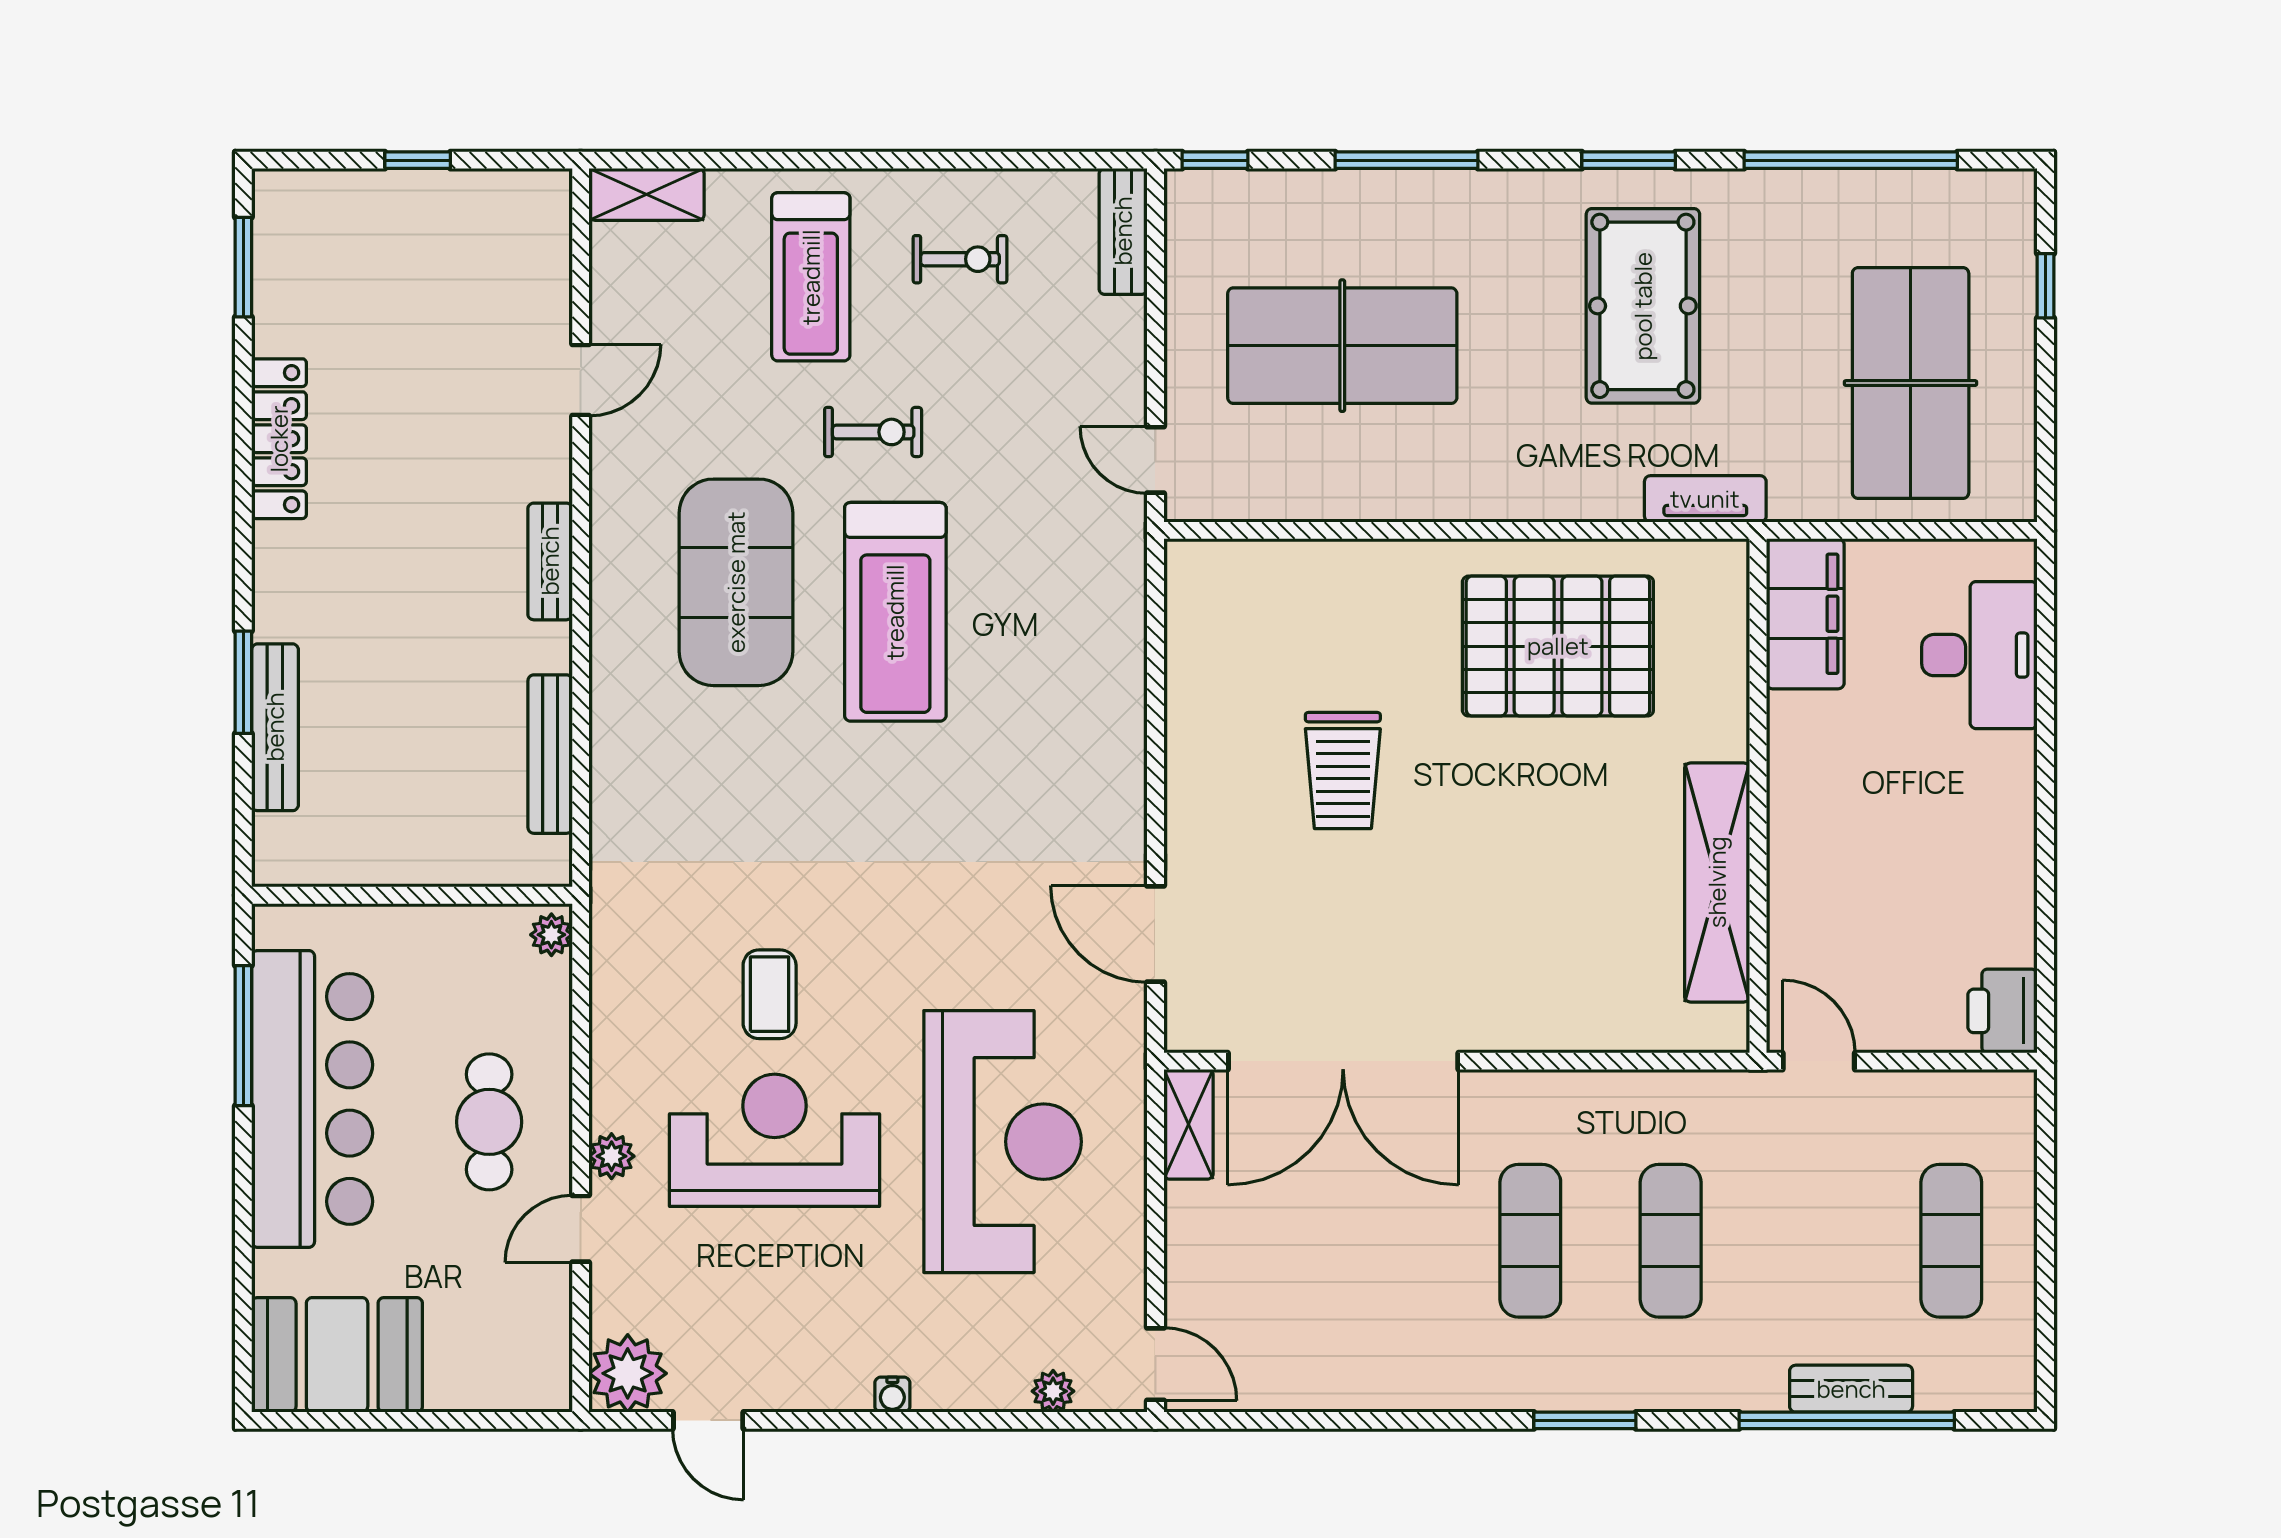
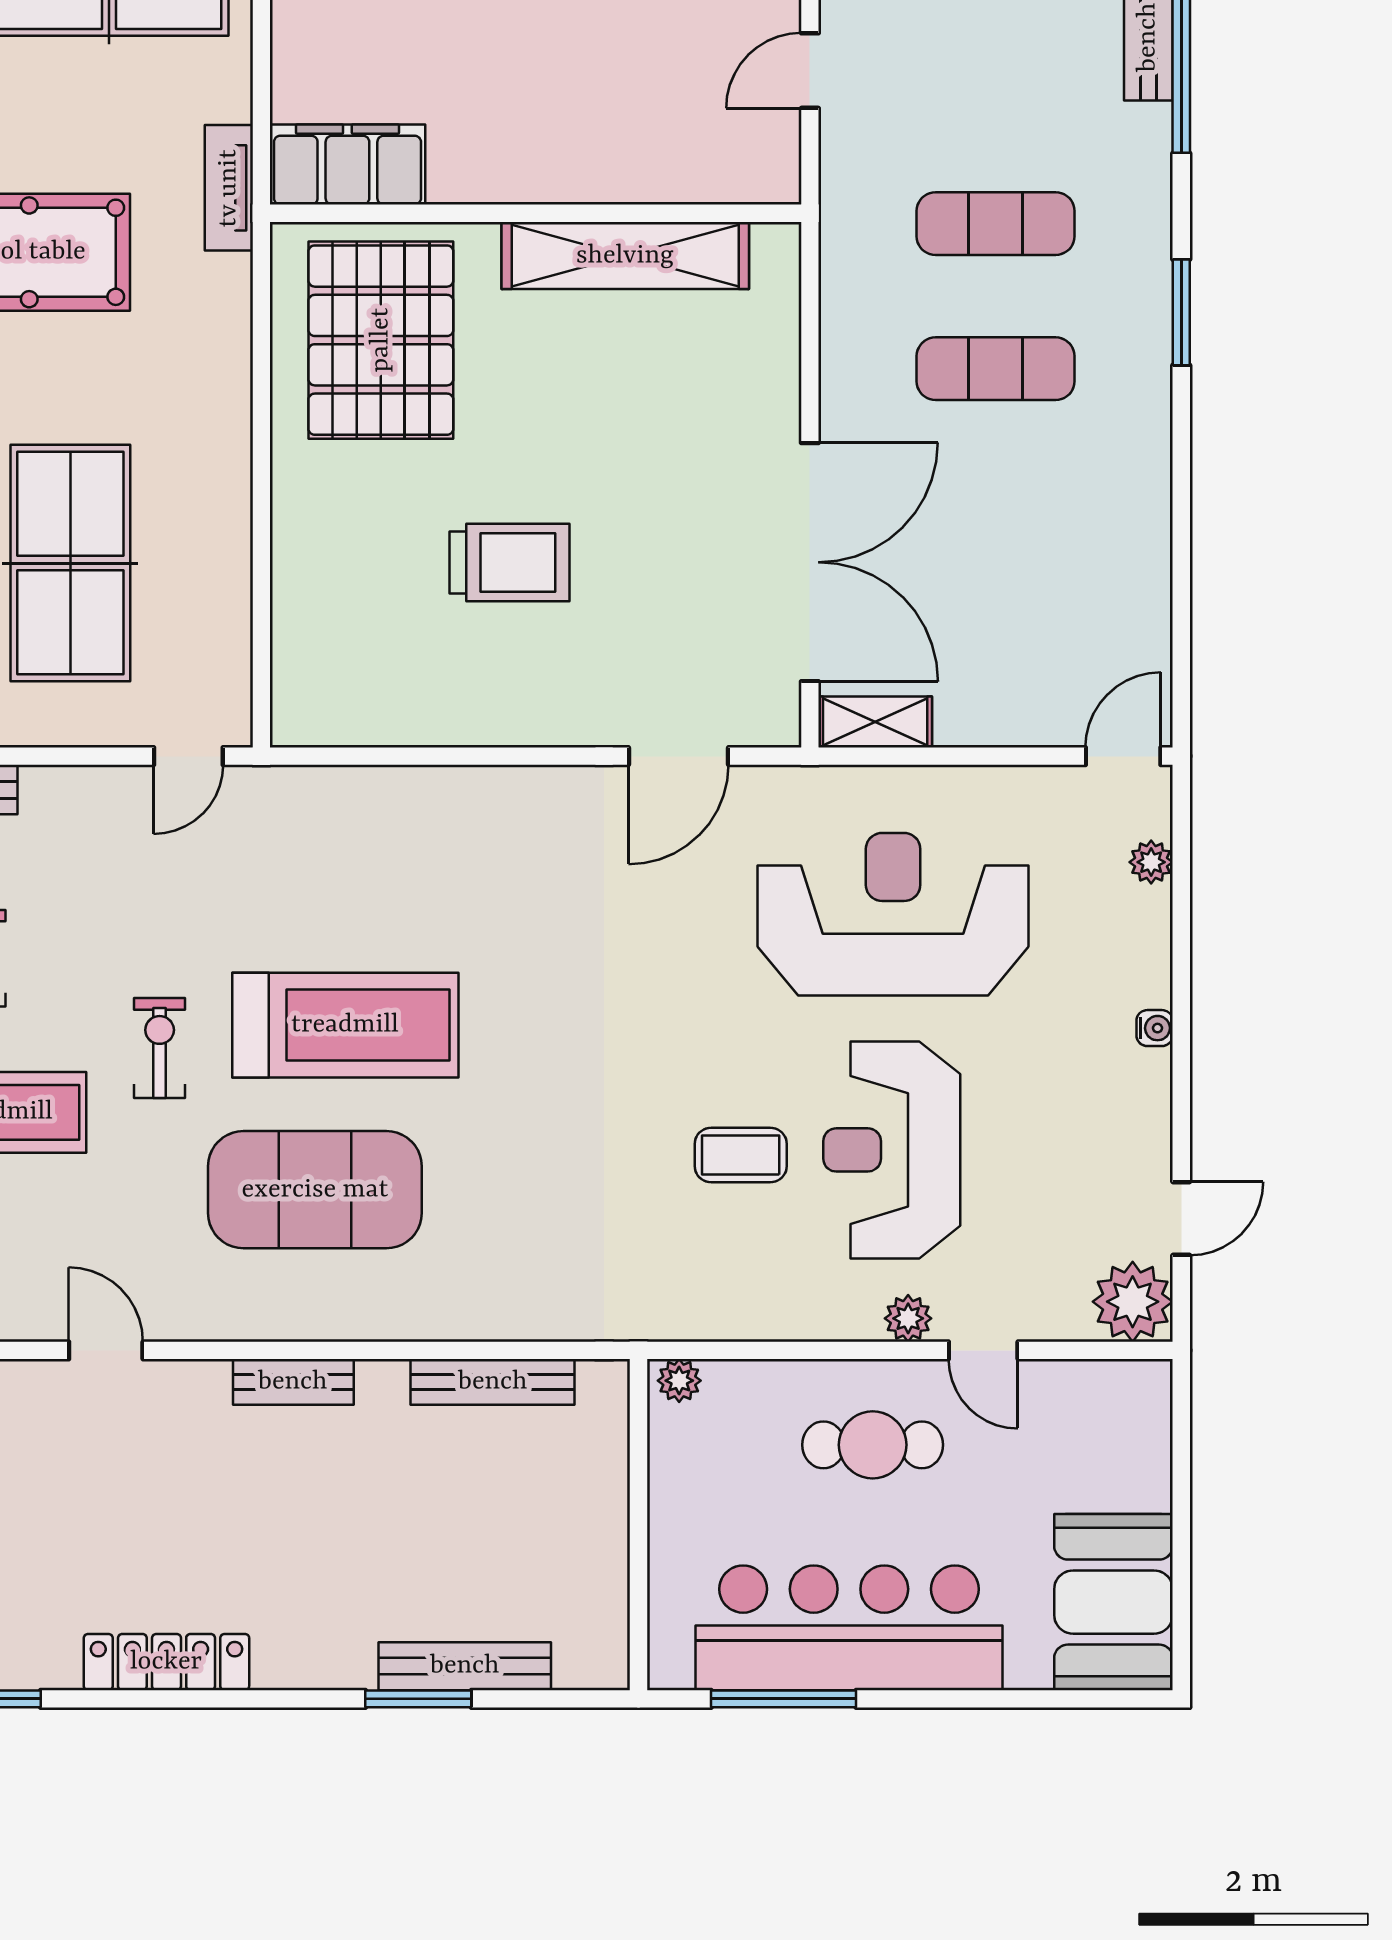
filing cabinet: (1805, 614) -> (347, 165), moved
wall: (1758, 796) -> (536, 213), moved
shelving: (1717, 882) -> (625, 256), moved

